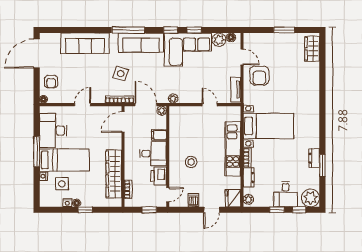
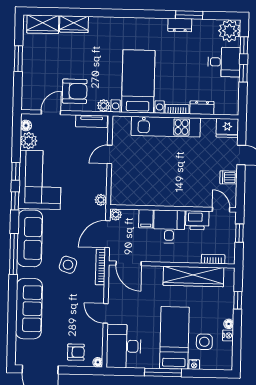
wardrobe: (313, 74) -> (74, 24), added
desk: (53, 131) -> (124, 346), moved, turned 90
stool: (191, 162) -> (181, 179), removed
plant: (248, 200) -> (104, 106), moved
window: (85, 210) -> (238, 300), moved

